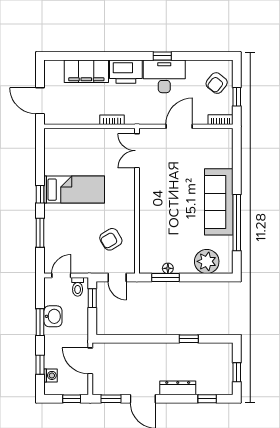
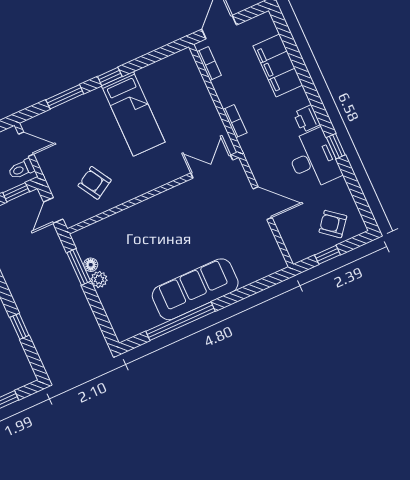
printer: (126, 72) -> (307, 119), width x0.53, depth x0.68
bookcase: (221, 120) -> (209, 63), moved
plant: (207, 261) -> (99, 279), moved, width x0.53, depth x0.53

